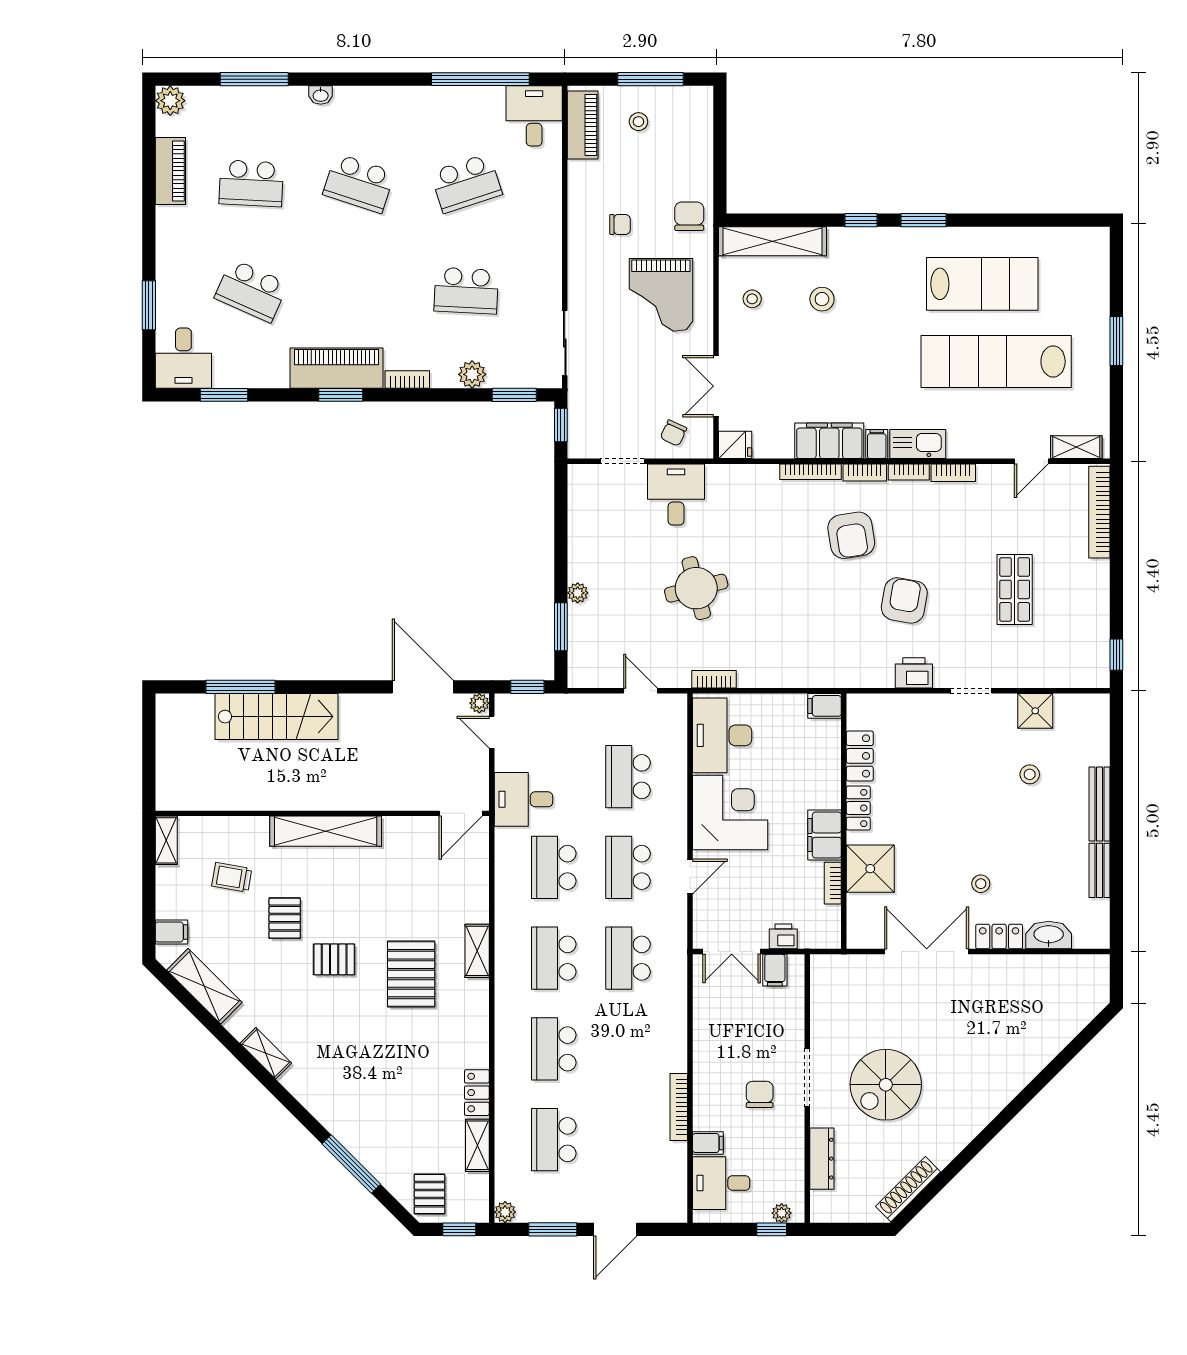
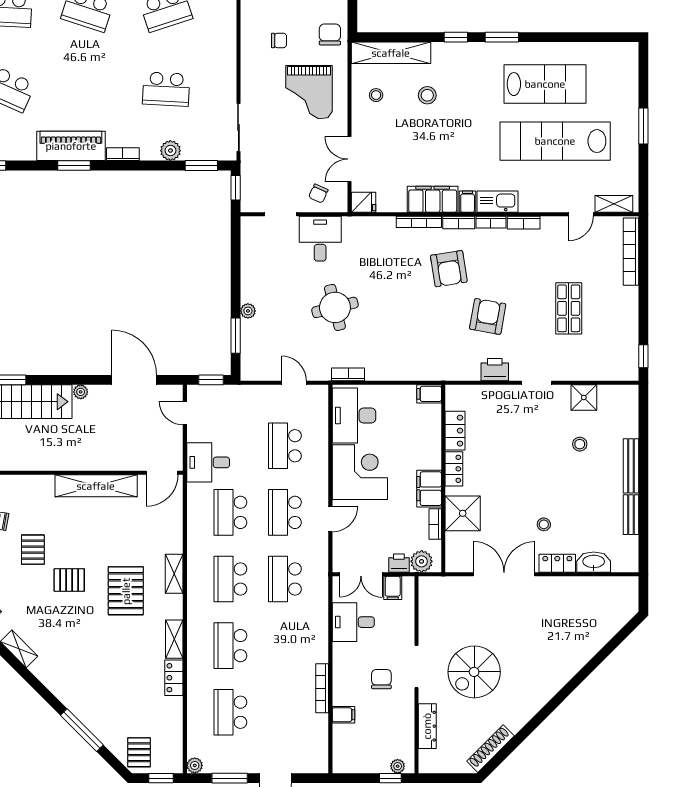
plant: (479, 703) -> (81, 392), moved
shelving: (326, 831) -> (96, 486), moved
plant: (814, 934) -> (422, 561), added
shelving: (477, 1145) -> (174, 639), moved
desk: (721, 1183) -> (353, 622), moved

